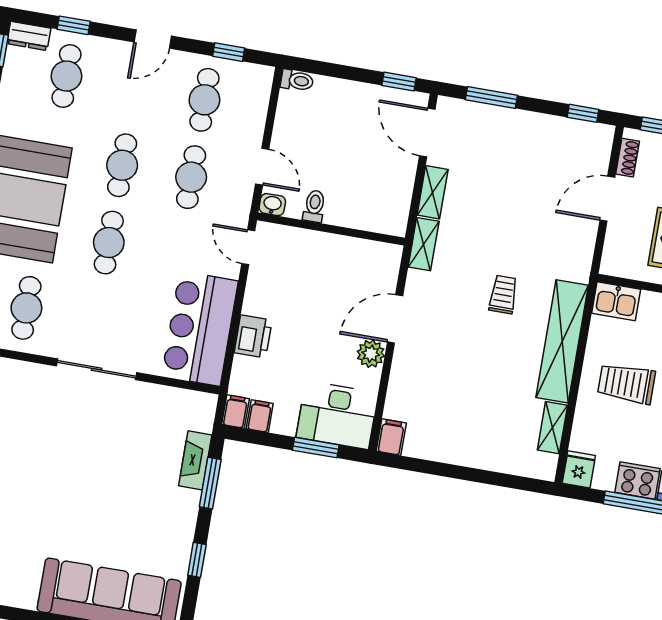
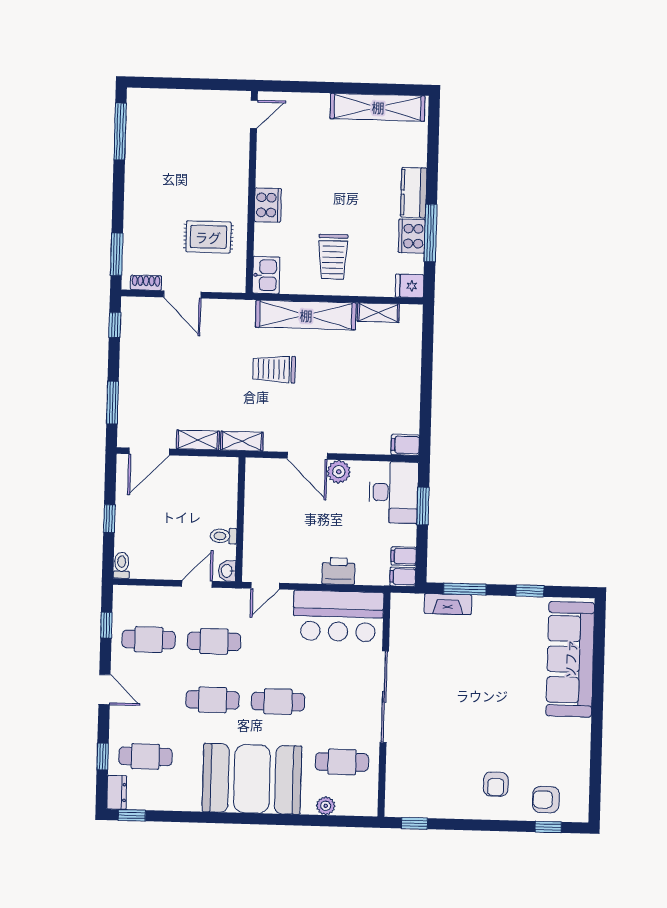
window: (399, 82) -> (109, 519), moved
trolley: (503, 295) -> (274, 369), width x1.36, depth x1.39
sliding door: (97, 369) -> (384, 697), width x1.36

